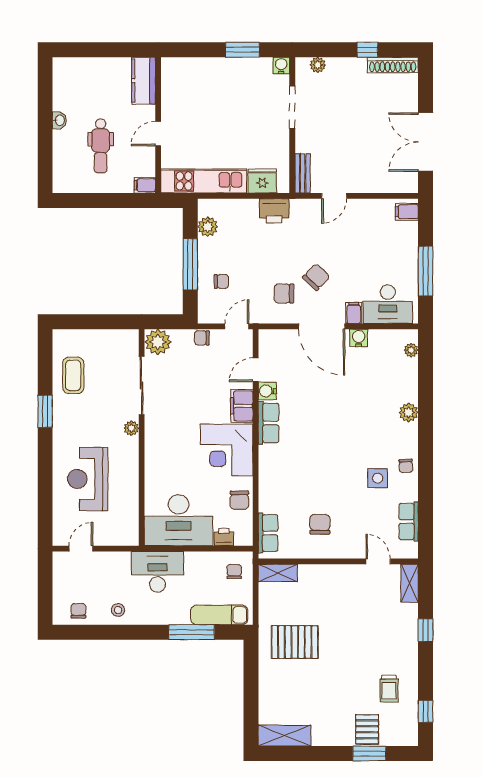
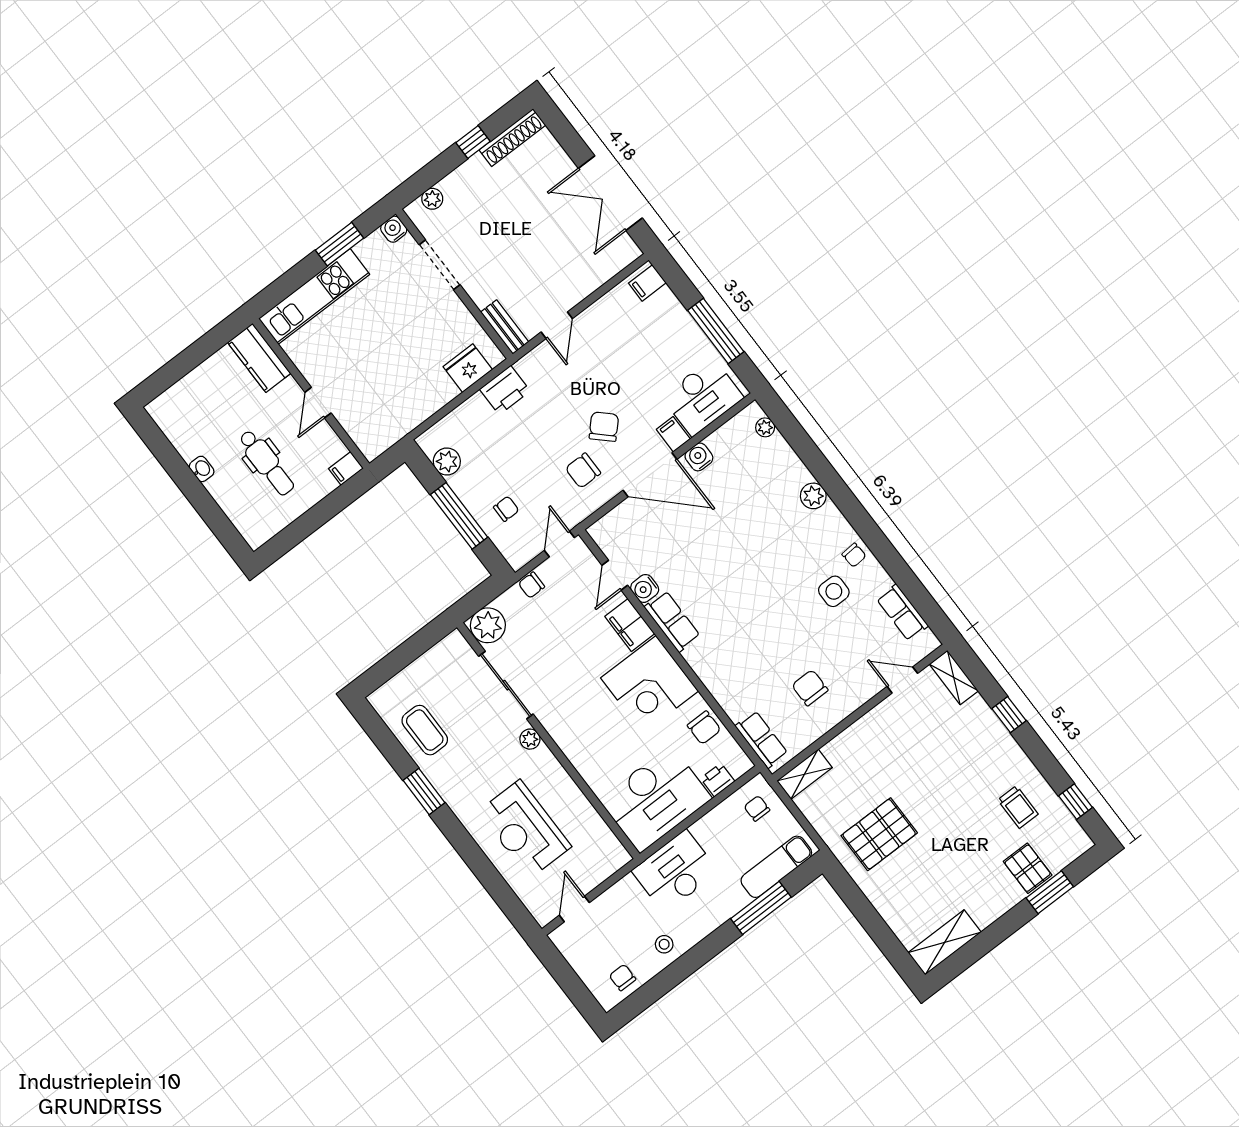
kitchen unit: (204, 181) -> (314, 296), moved, turned 180

